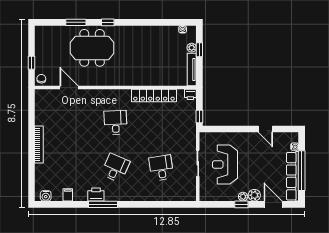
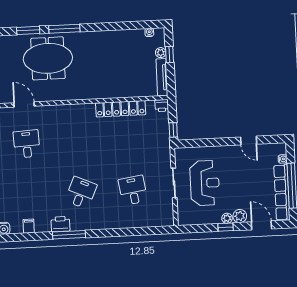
window: (108, 22) -> (64, 29), width x2.17
desk: (115, 122) -> (27, 144), moved
reception desk: (225, 164) -> (205, 183), turned 180

